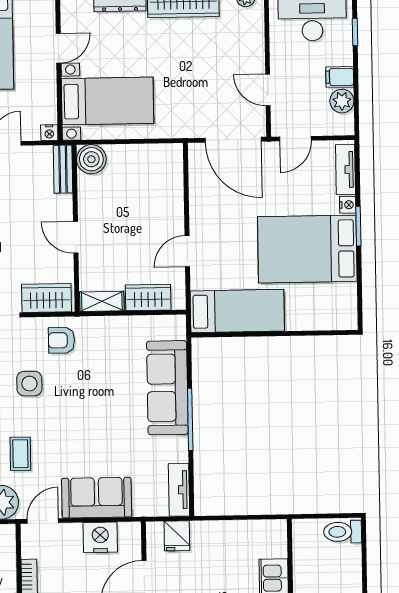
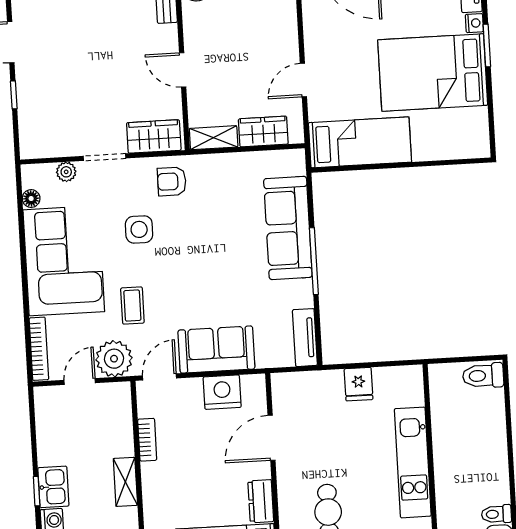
fridge: (177, 536) -> (359, 384), moved

